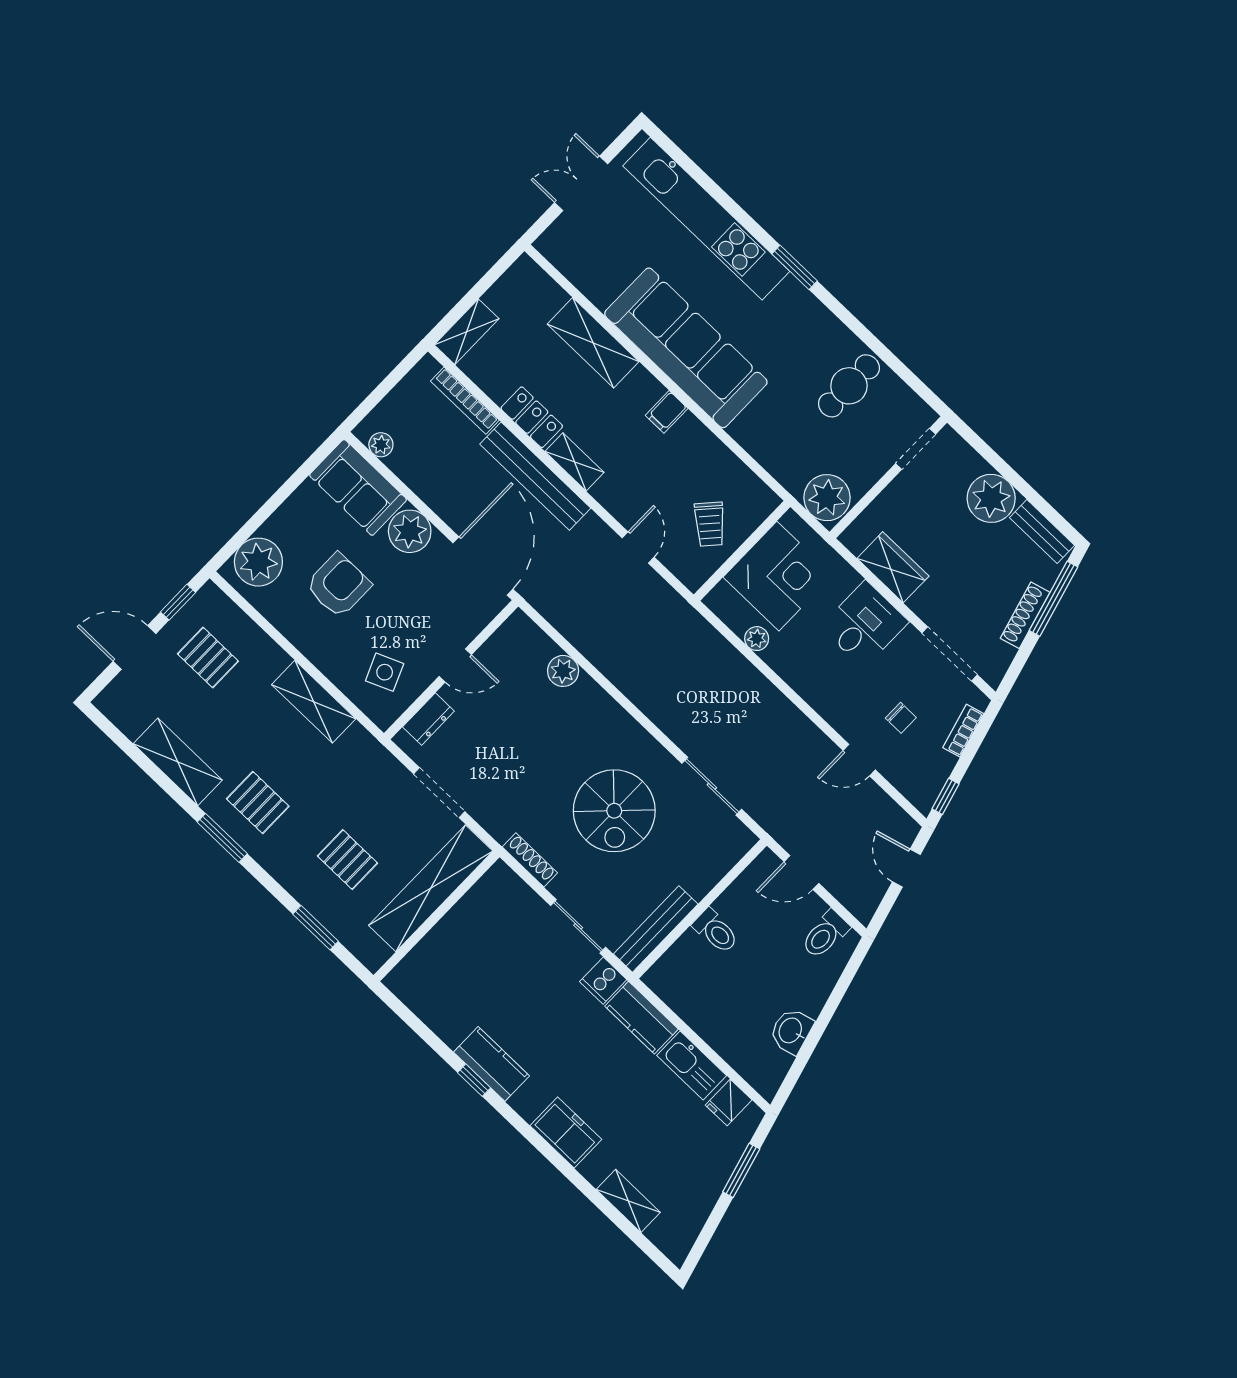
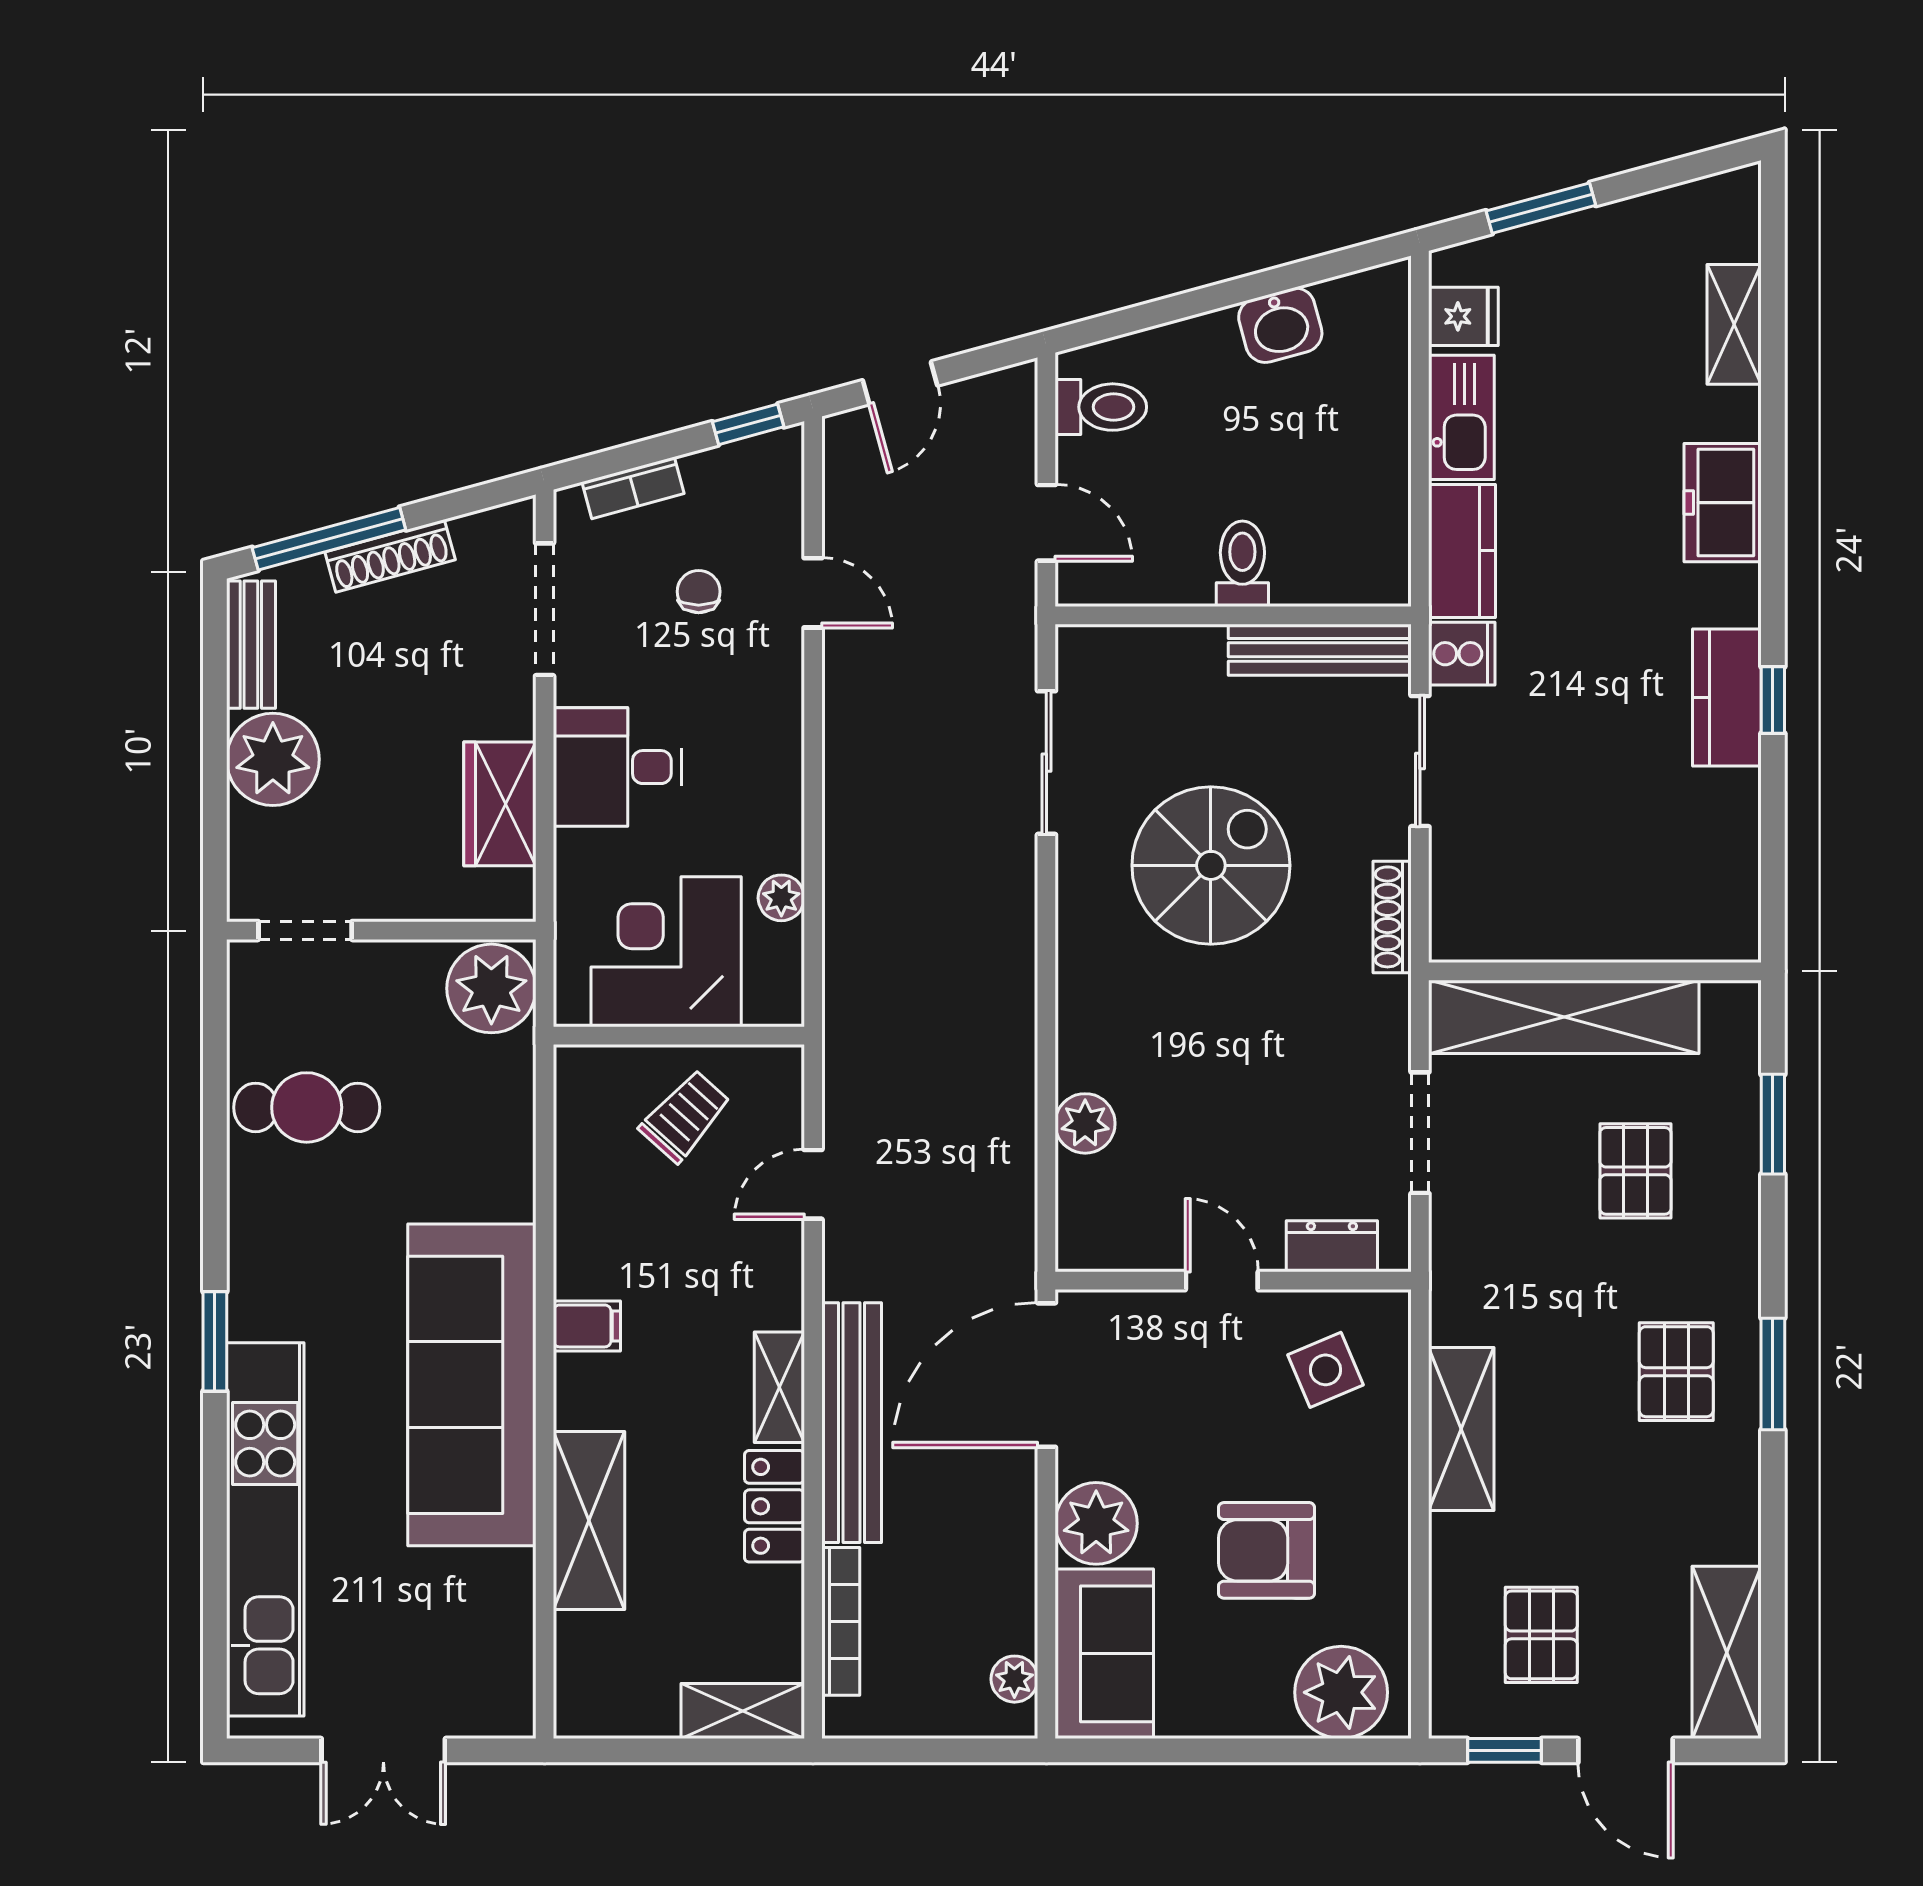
shelving: (178, 762) -> (1727, 1652), moved

